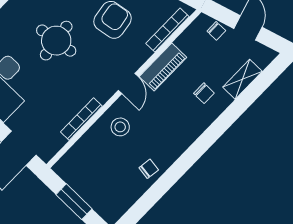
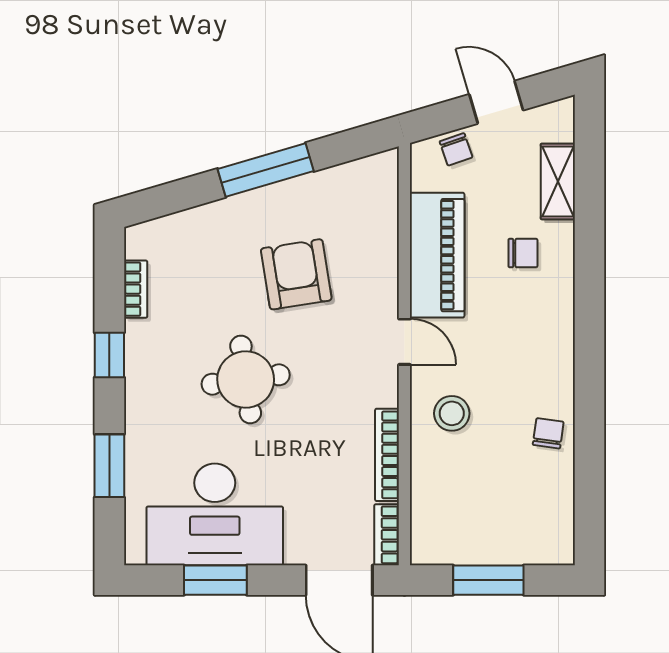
bookcase: (167, 30) -> (387, 535), moved, width x0.64
chair: (216, 31) -> (456, 149), turned 71
piano: (163, 67) -> (437, 255), width x1.37, depth x1.33

